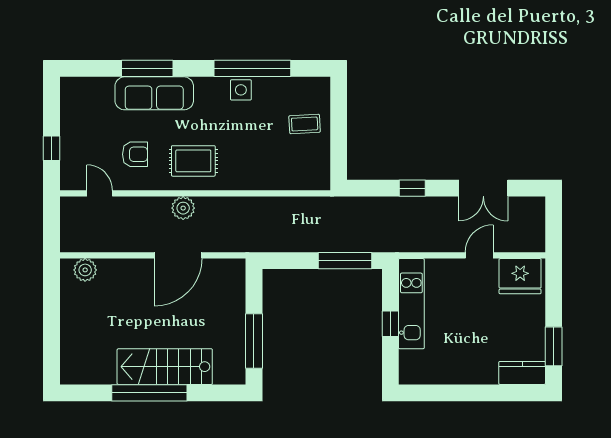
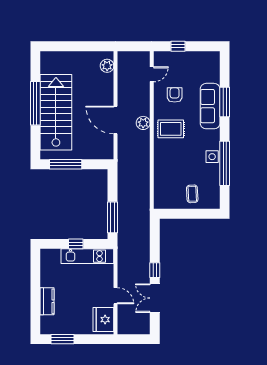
armchair: (135, 154) -> (175, 95), turned 180
rug: (193, 161) -> (171, 129), turned 90
window: (412, 188) -> (155, 270), moved
stairs: (165, 367) -> (56, 112), width x1.36, depth x1.51
kitchen counter: (522, 373) -> (47, 301), moved

